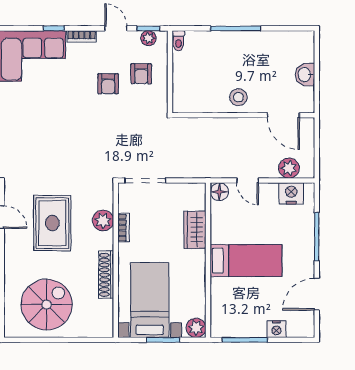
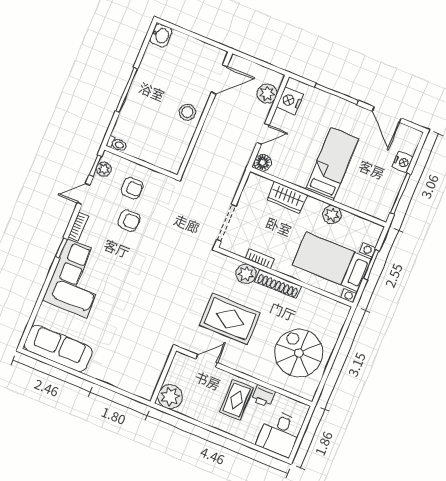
washbasin: (305, 75) -> (161, 35), moved, turned -90
shoe rack: (106, 275) -> (278, 284), moved
plant: (196, 328) -> (332, 215), moved

